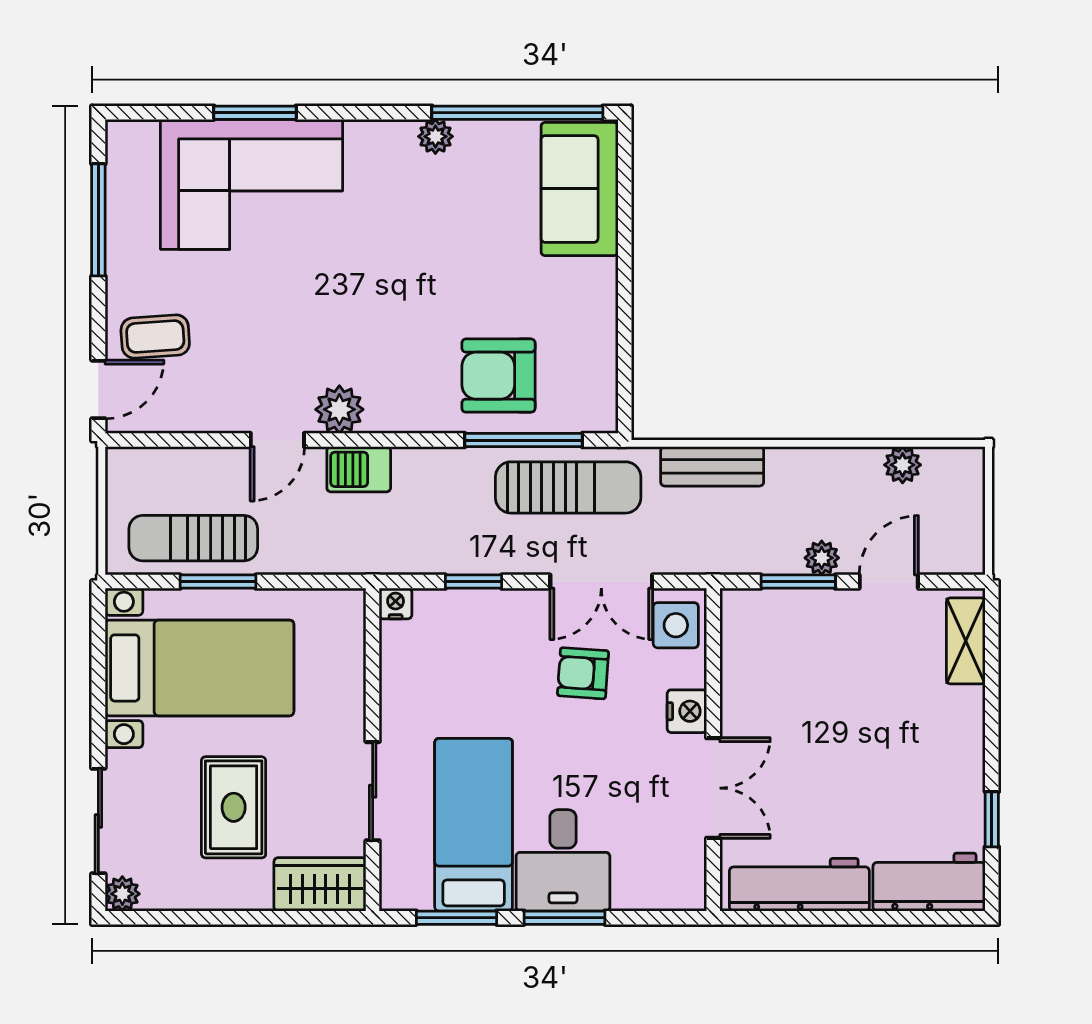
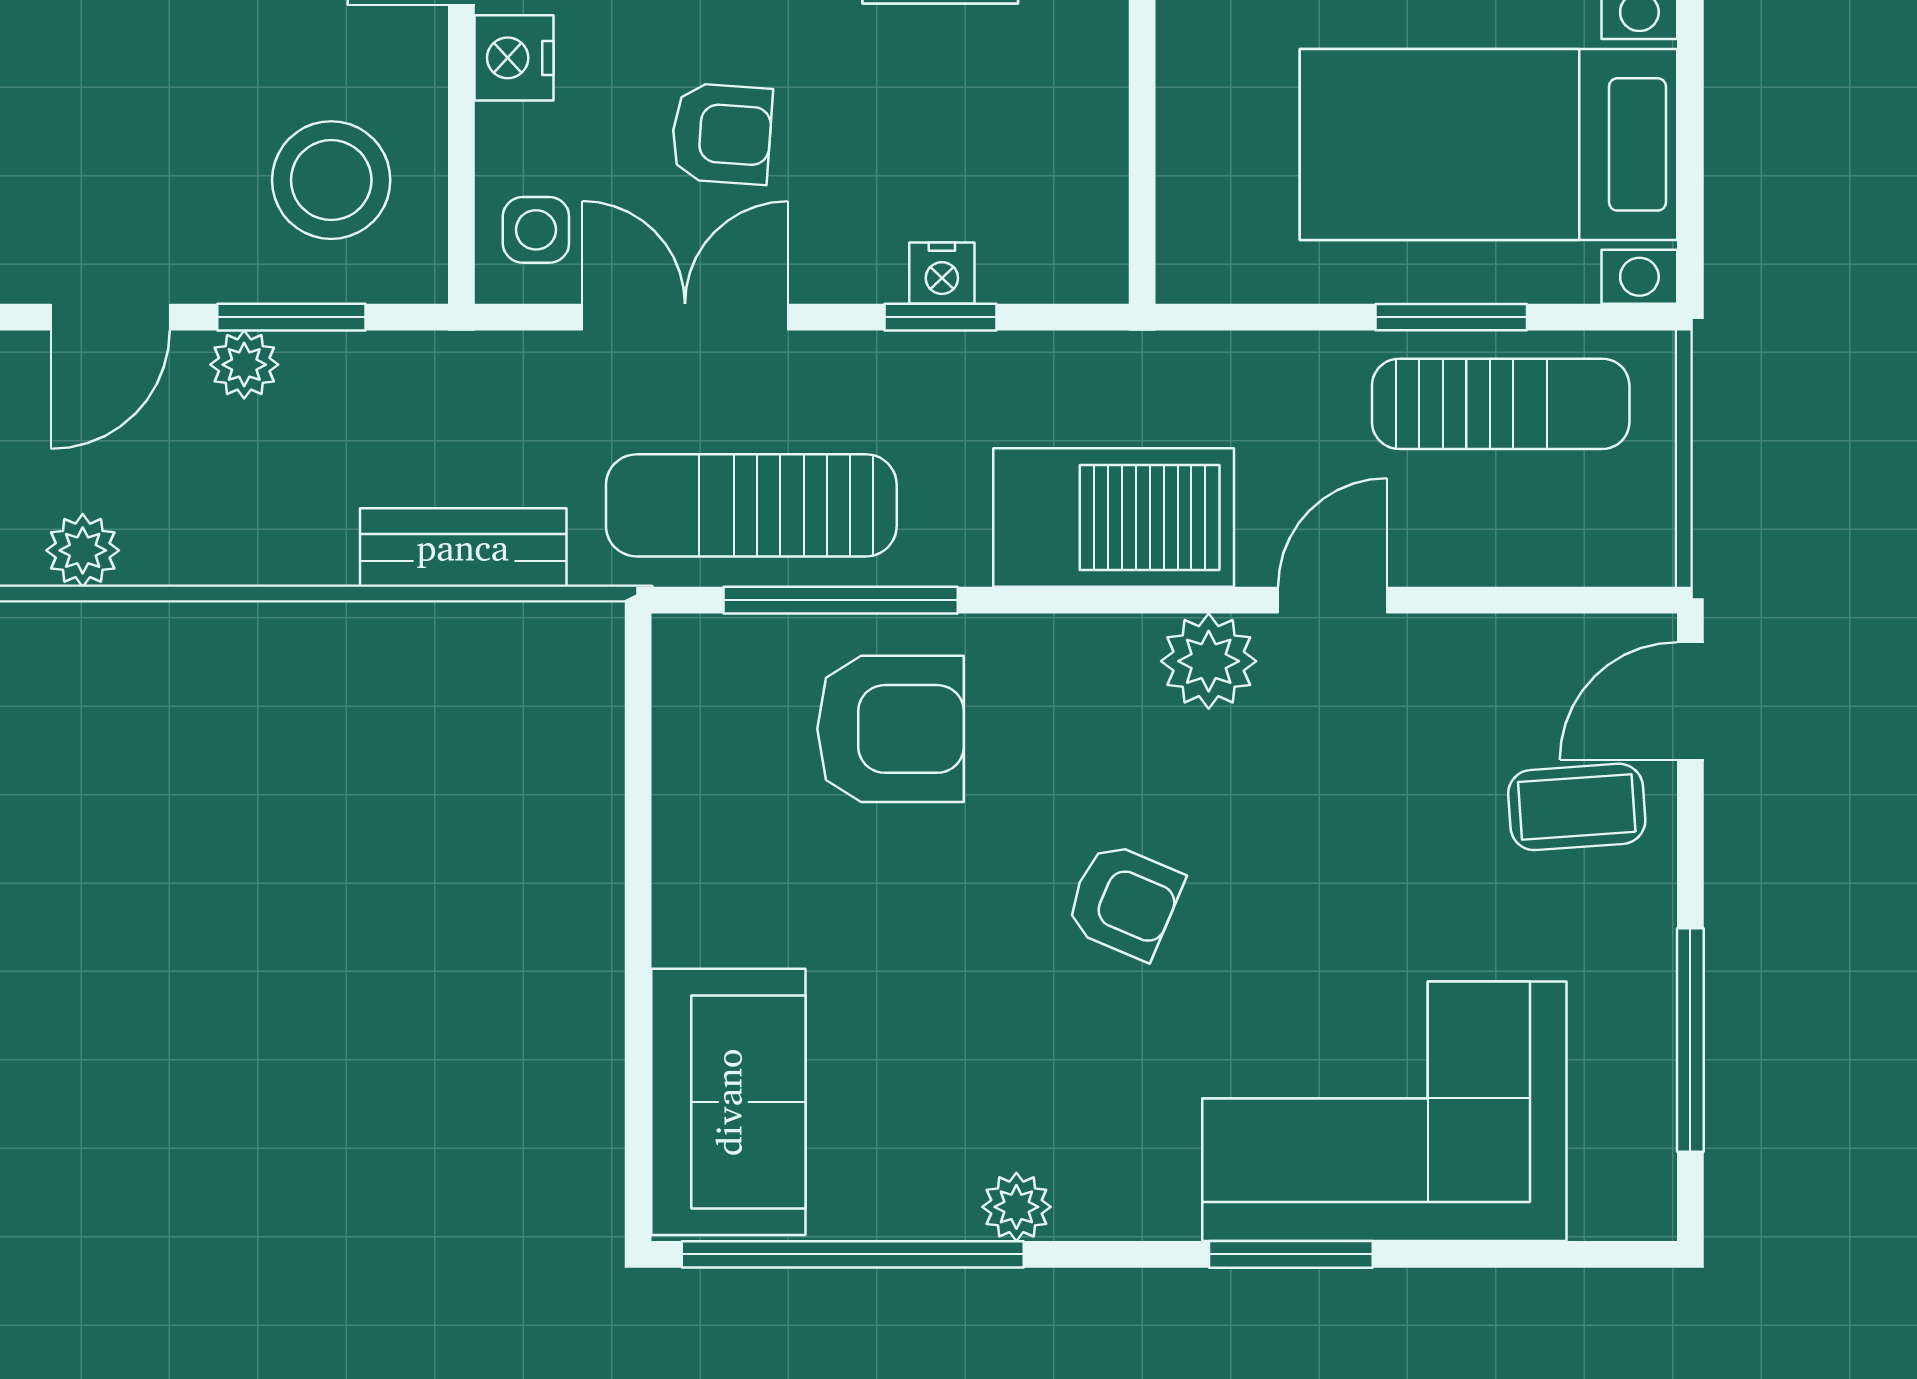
window: (255, 113) -> (1291, 1254), moved
armchair: (382, 290) -> (1124, 901), added
barbecue: (359, 469) -> (1114, 518), width x1.88, depth x1.53
nightstand: (396, 604) -> (942, 273), moved
side table: (676, 625) -> (536, 230), width x0.73, depth x0.73
stool: (778, 650) -> (331, 180), added

